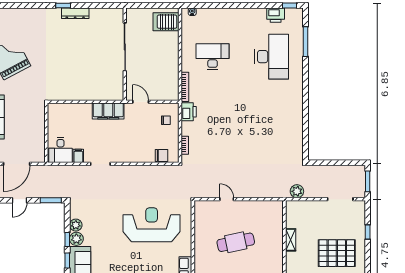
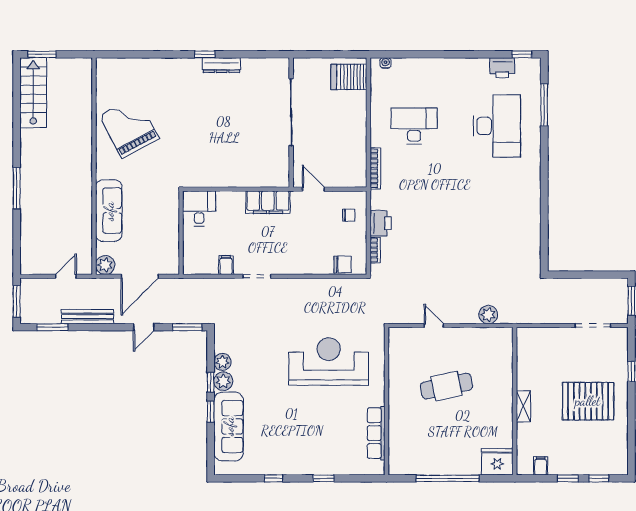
printer: (189, 112) -> (381, 223), moved
desk: (61, 150) -> (199, 209), moved, turned 180
plant: (297, 191) -> (488, 315), moved
shelving: (291, 240) -> (523, 406), moved

